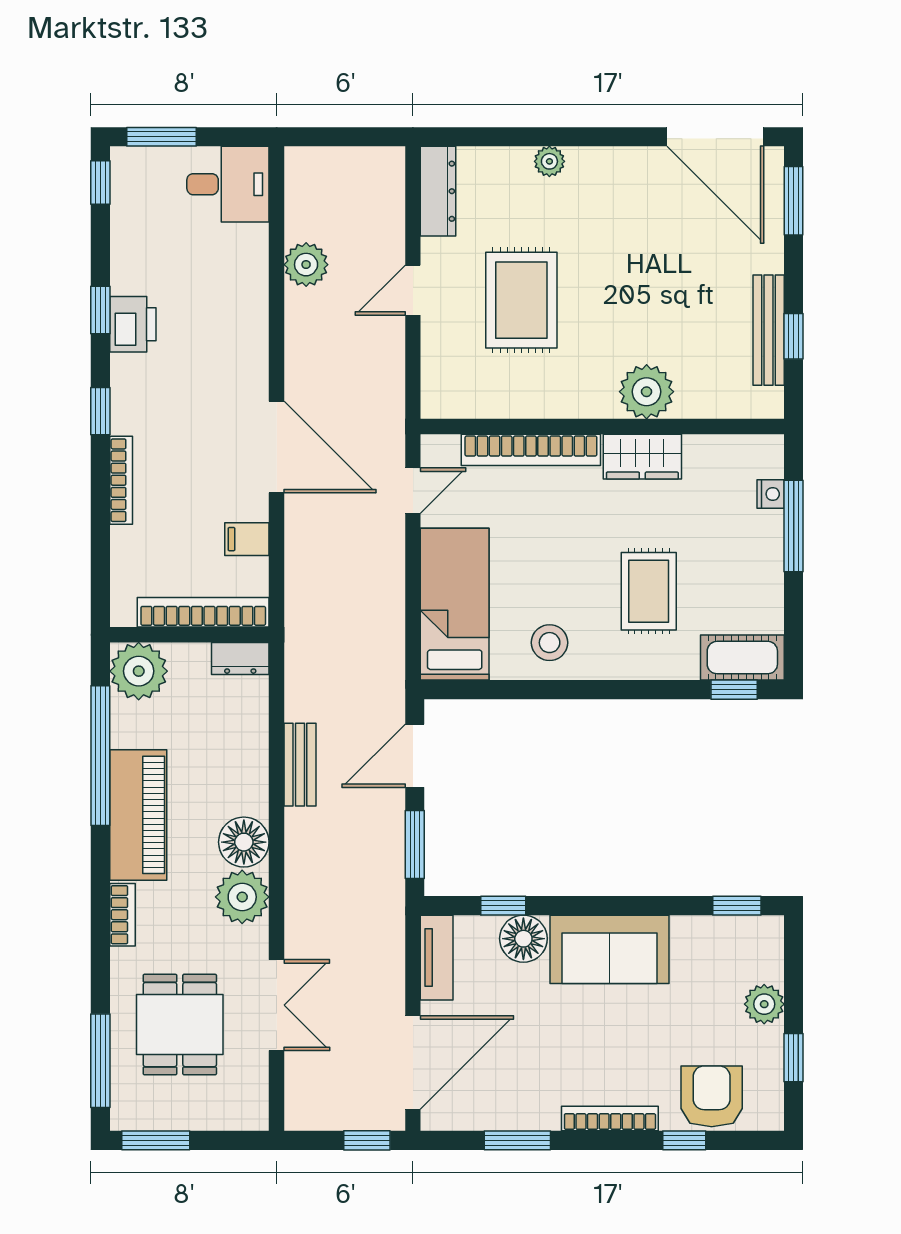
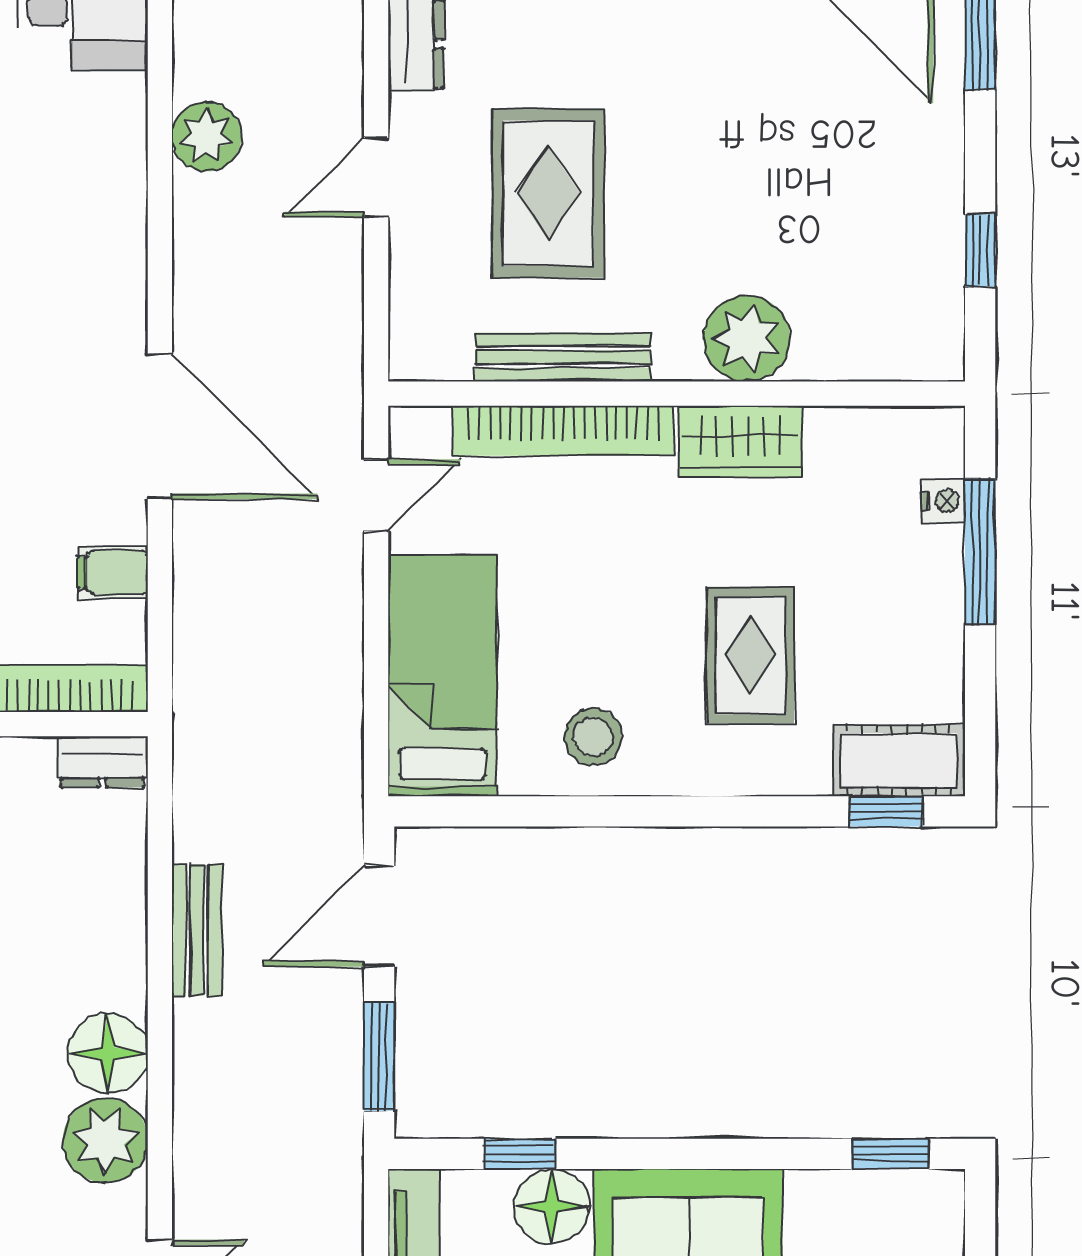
bench: (769, 330) -> (563, 357), moved, turned 90

